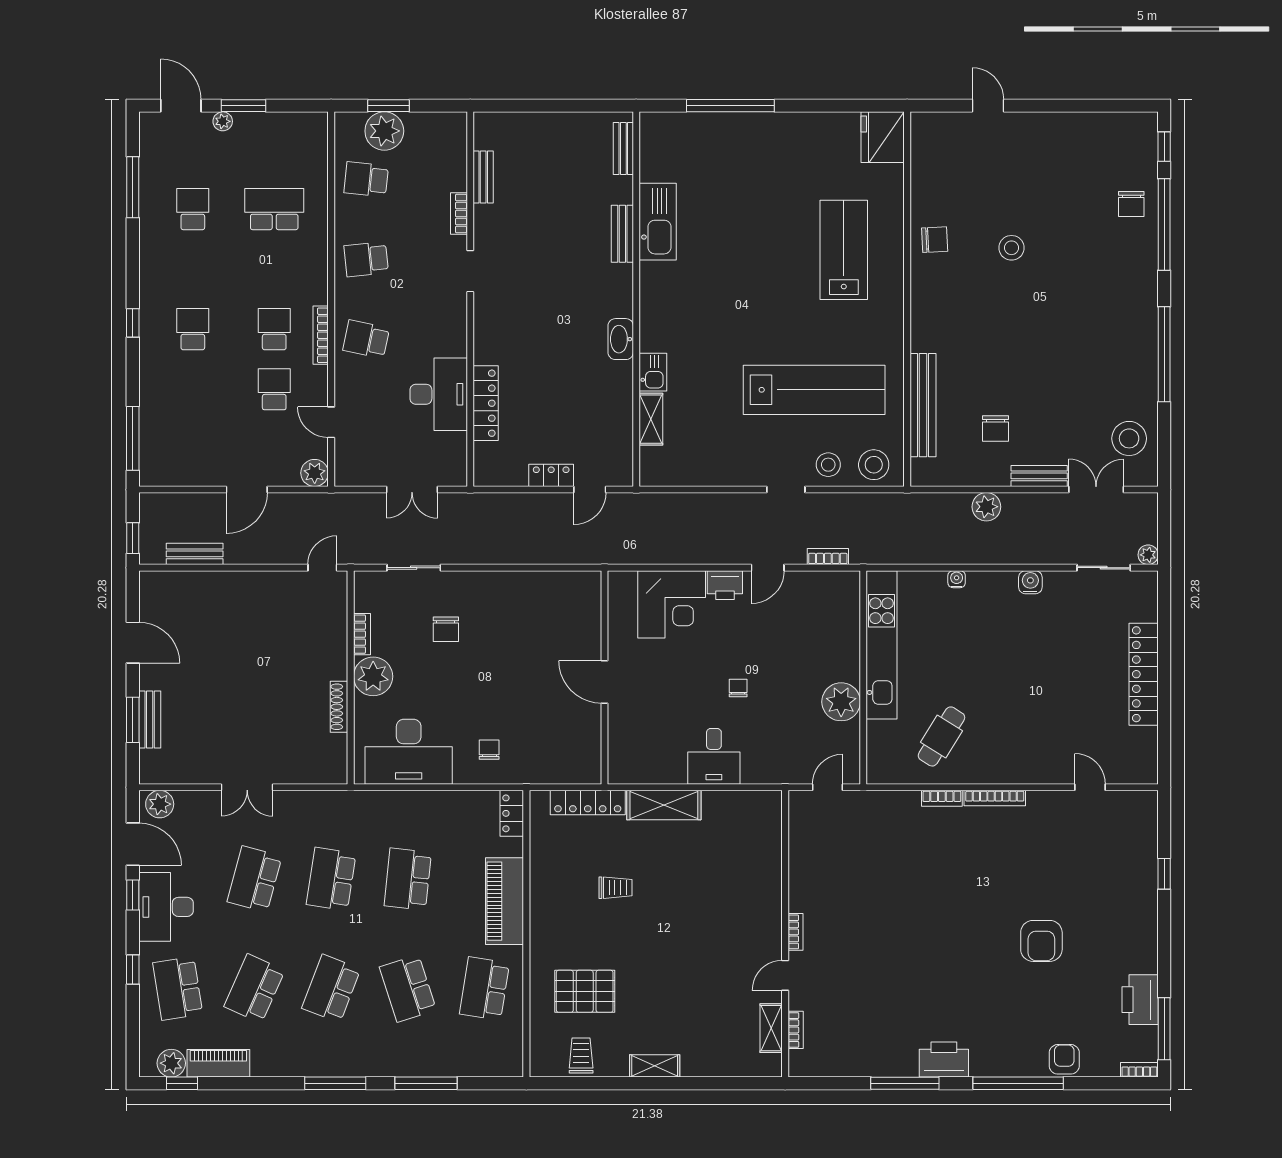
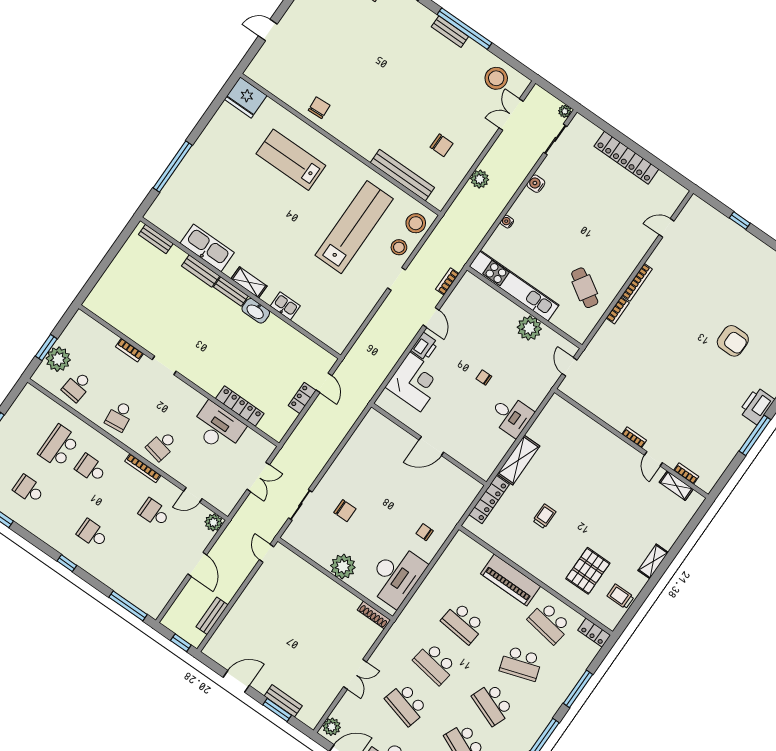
bench: (483, 177) -> (231, 291), moved
stool: (1012, 248) -> (352, 70), removed
school desk: (274, 329) -> (91, 468), moved
shelving: (651, 419) -> (249, 282), moved
bench: (1039, 476) -> (450, 32), moved, turned 90
bookcase: (362, 634) -> (316, 557), removed
shoe rack: (339, 707) -> (374, 615), moved
locker: (512, 813) -> (594, 633), moved
armchair: (1041, 941) -> (733, 341), moved

